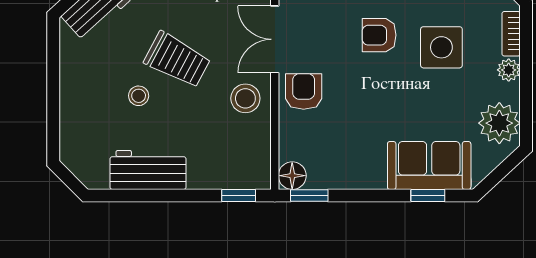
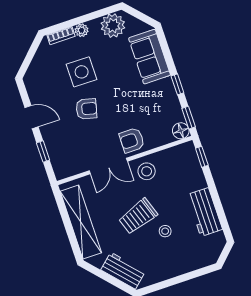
armchair: (379, 35) -> (86, 109), turned -76
trolley: (177, 60) -> (138, 216), turned -137
window: (428, 195) -> (177, 84), moved

